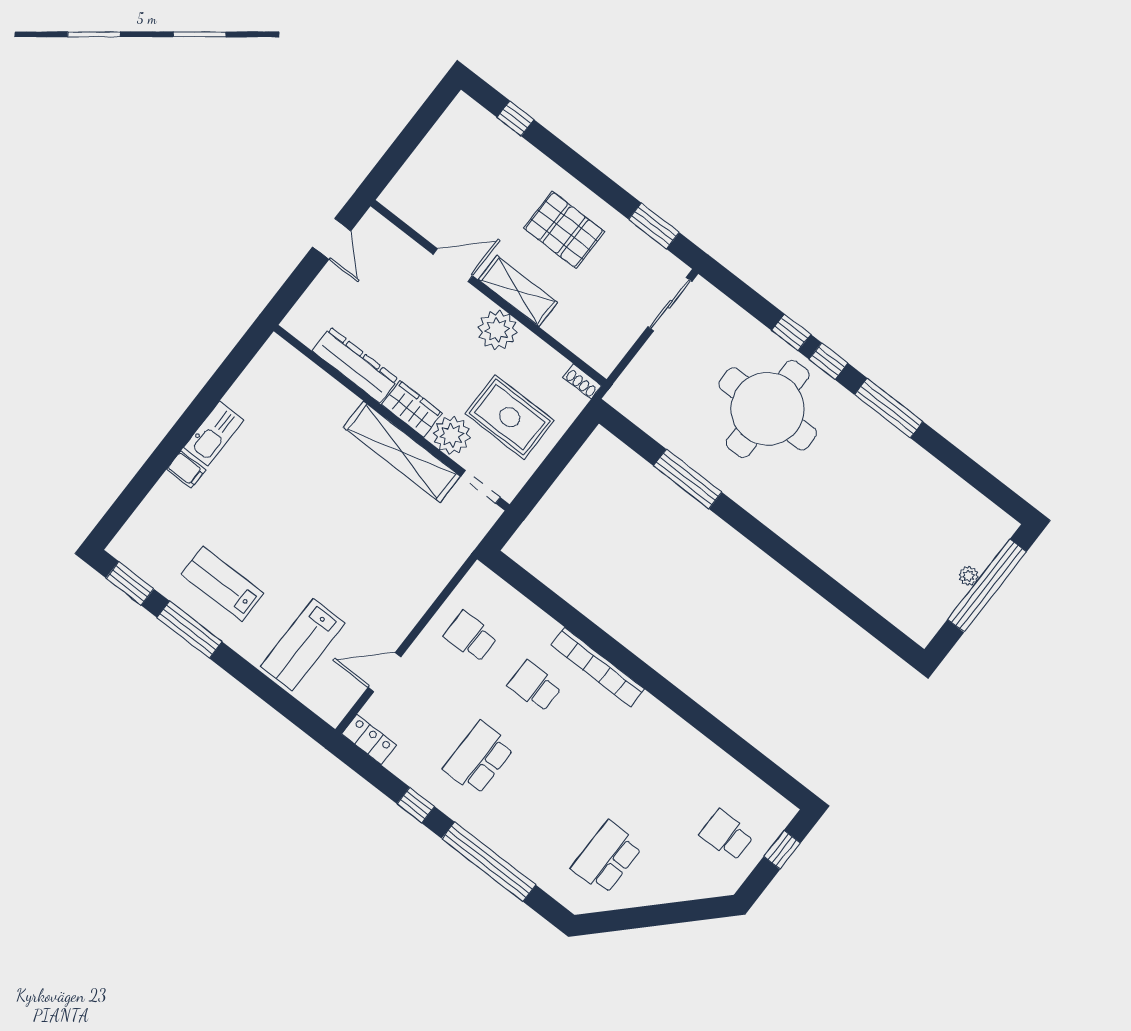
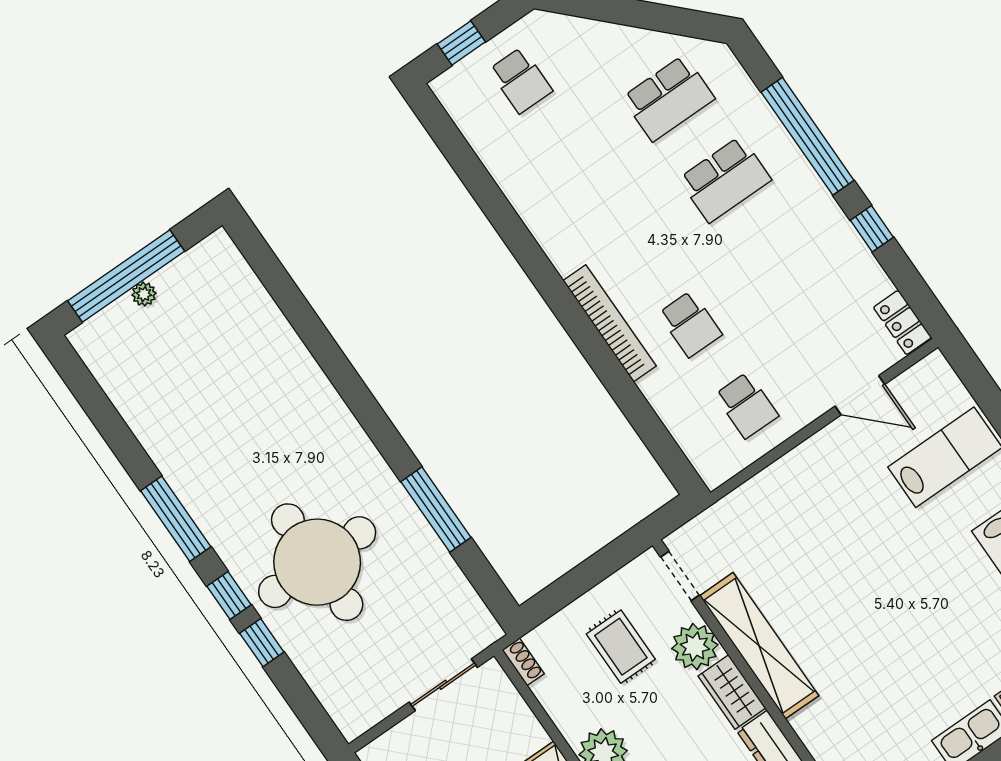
sliding door: (670, 304) -> (443, 685), moved
rug: (510, 417) -> (621, 647), width x0.73, depth x0.70
school desk: (479, 758) -> (725, 179), moved

